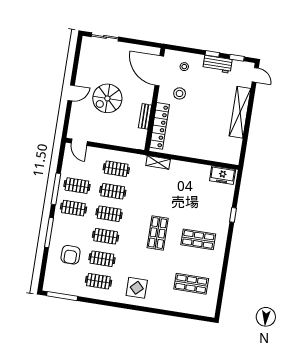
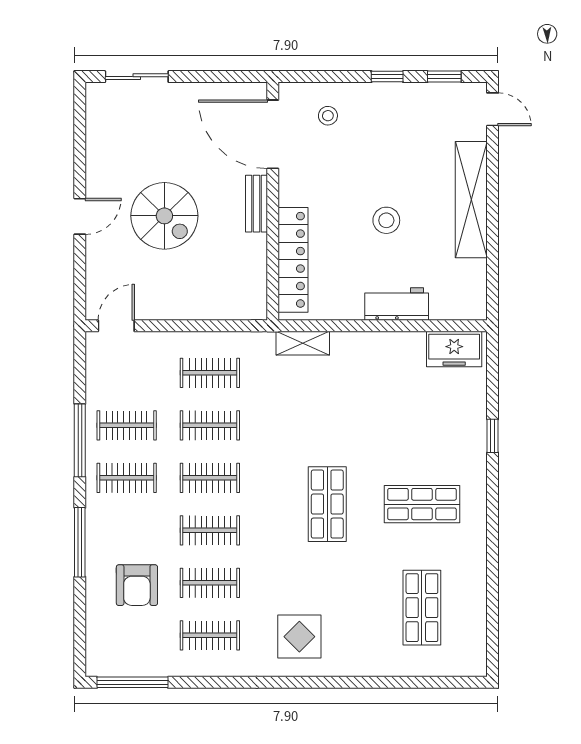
workbench: (217, 64) -> (397, 304), moved, turned 180
stool: (180, 93) -> (386, 220), moved
spiral stairs: (107, 98) -> (164, 216), turned -90
bench: (145, 116) -> (257, 204), moved
door: (79, 142) -> (116, 326), swing flipped
shop shelf: (191, 284) -> (422, 608), turned 90

